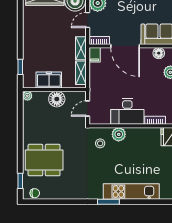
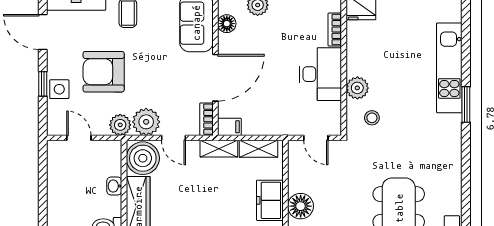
floor lamp: (57, 99) -> (301, 206), moved

